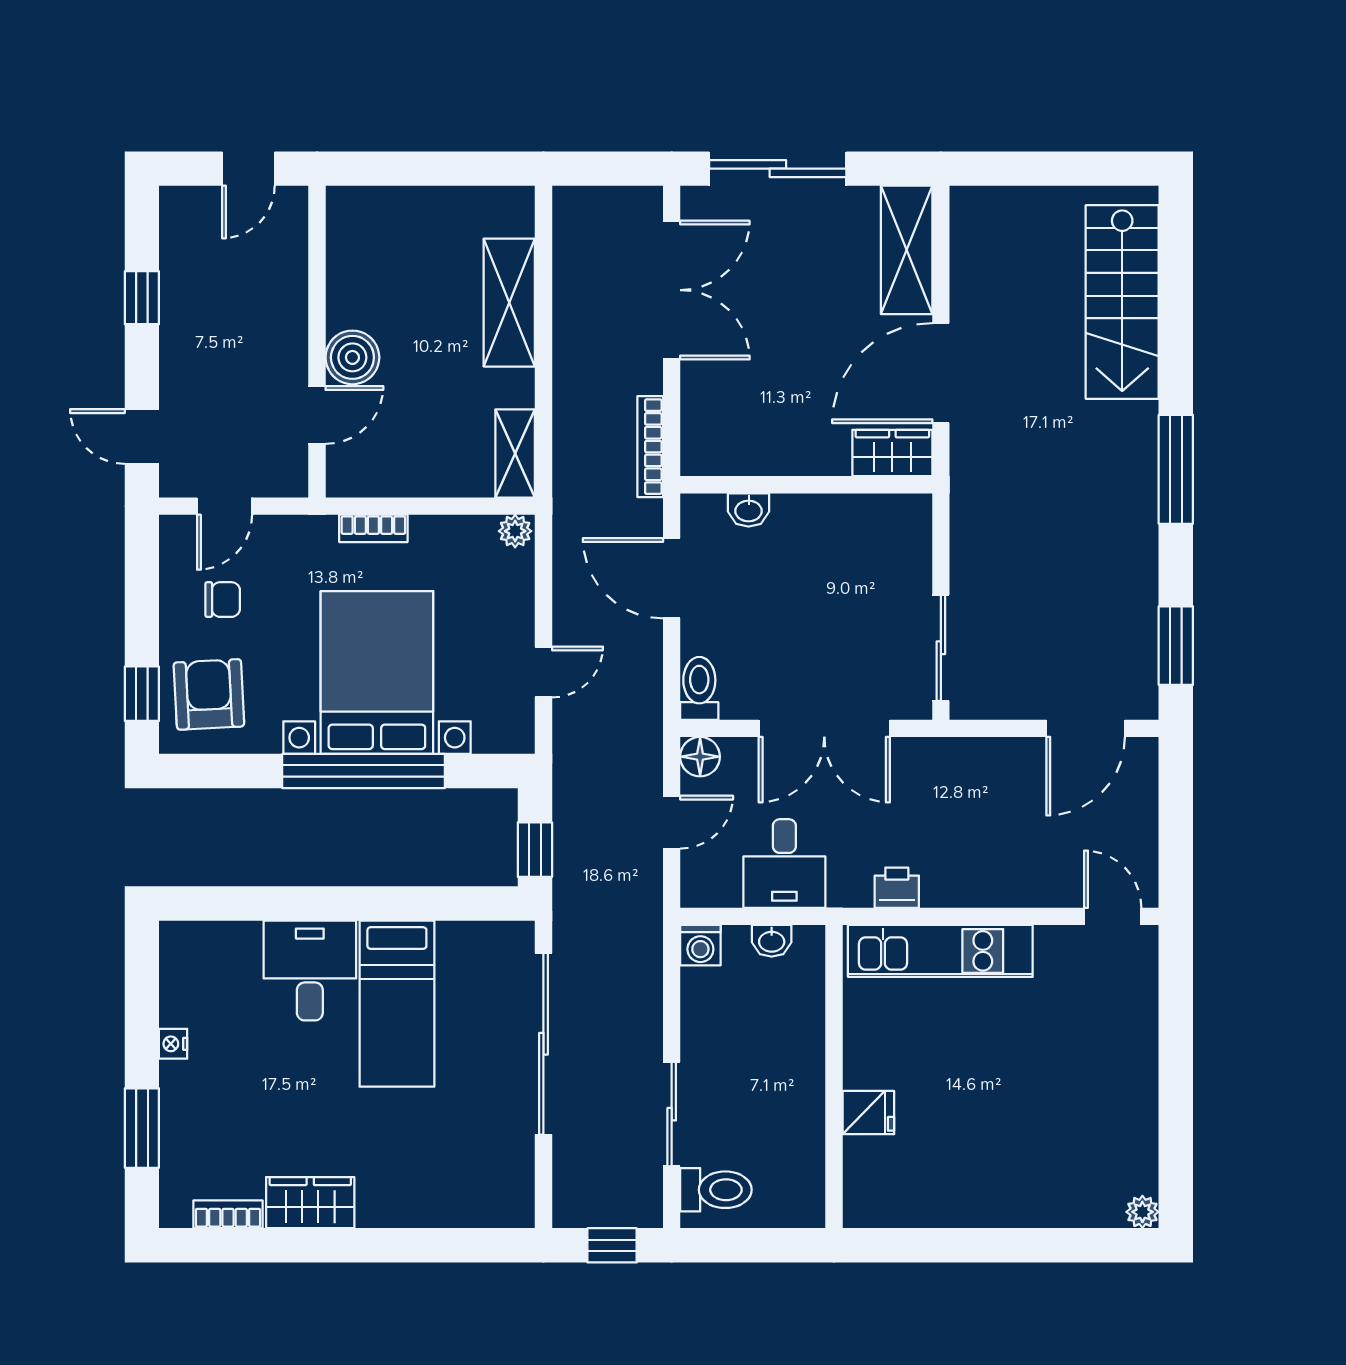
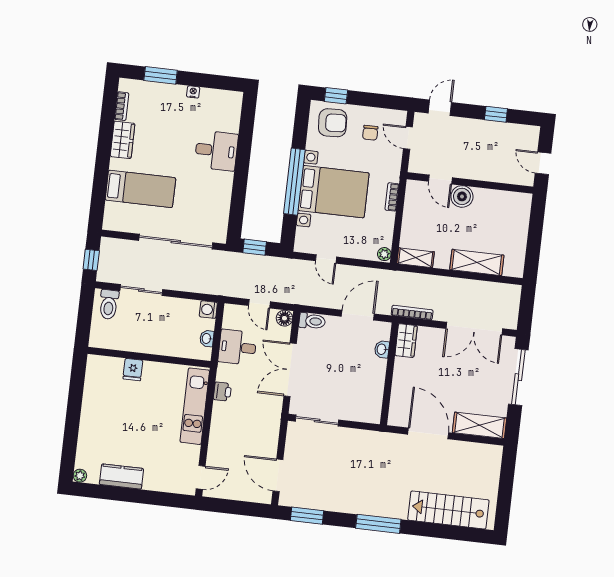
wardrobe: (892, 453) -> (406, 341), moved
bed: (397, 1004) -> (140, 189), moved, turned 180
kitchen counter: (1133, 1110) -> (121, 476), added

